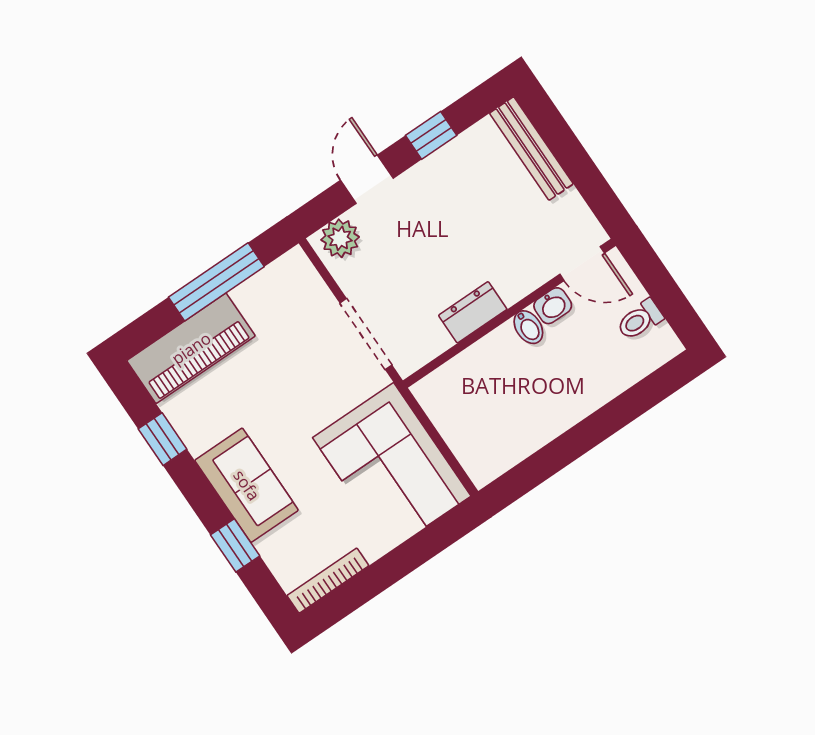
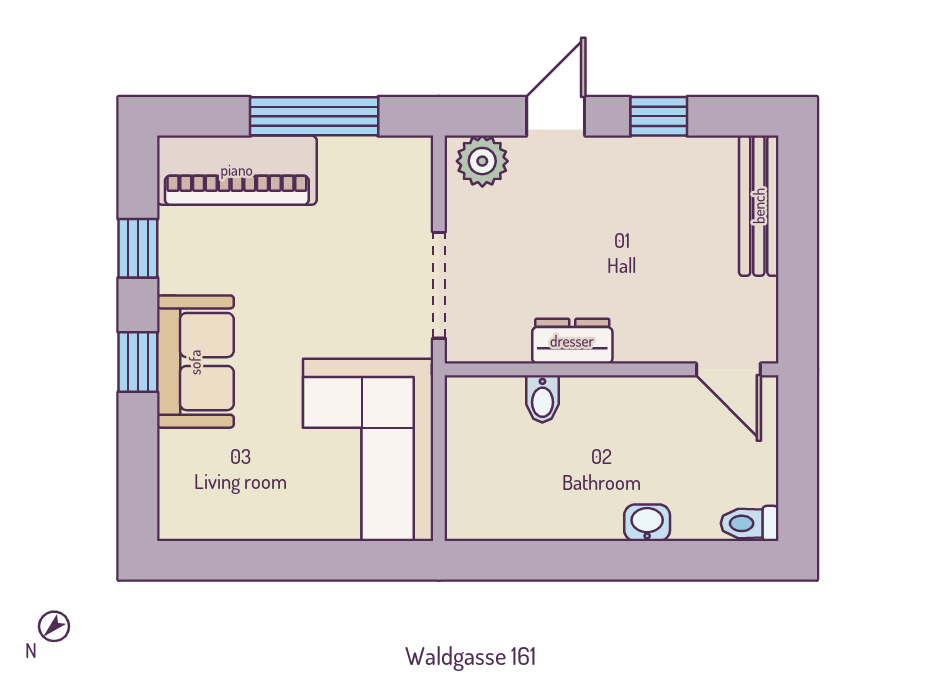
washbasin: (553, 306) -> (647, 523), moved, turned 180
toilet: (640, 320) -> (750, 523), moved
bidet: (528, 327) -> (542, 399), moved
window: (235, 545) -> (138, 362), moved
bookcase: (328, 581) -> (213, 527), removed

